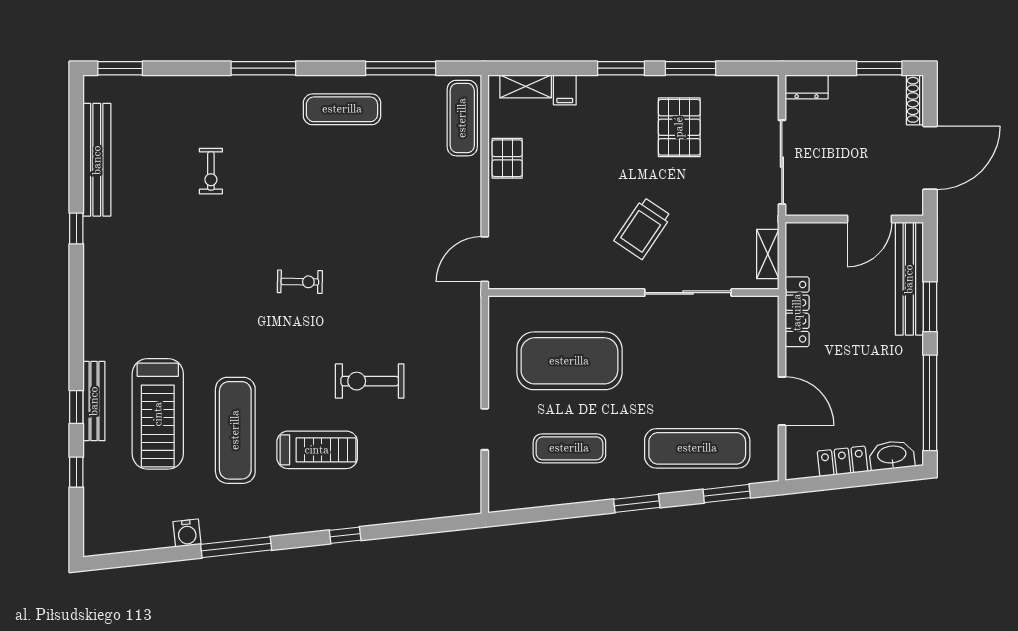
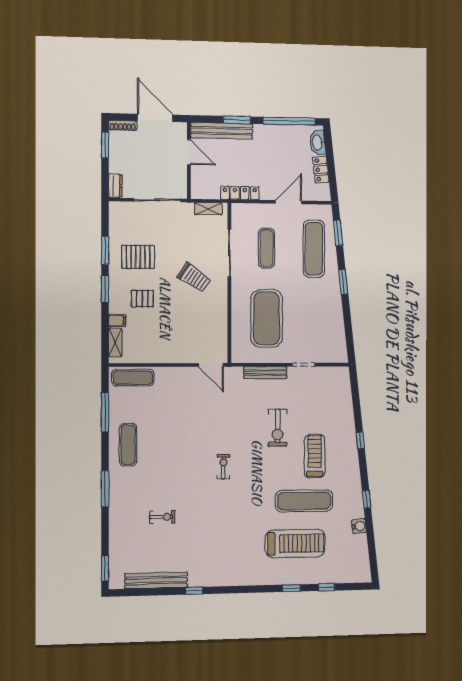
pallet: (507, 158) -> (142, 299), moved
bench: (94, 401) -> (265, 373), moved
exercise mat: (569, 448) -> (267, 248), moved
window: (236, 547) -> (367, 499), width x0.46

